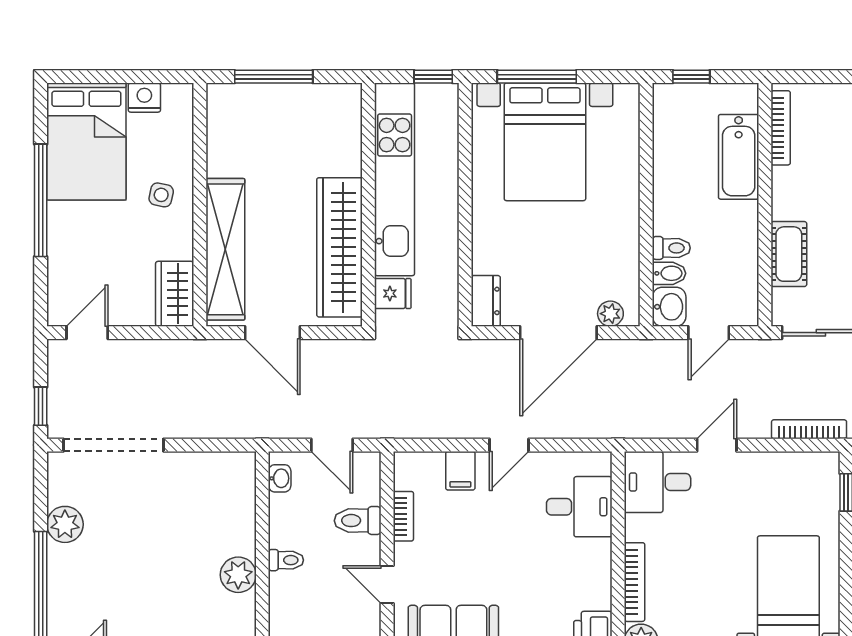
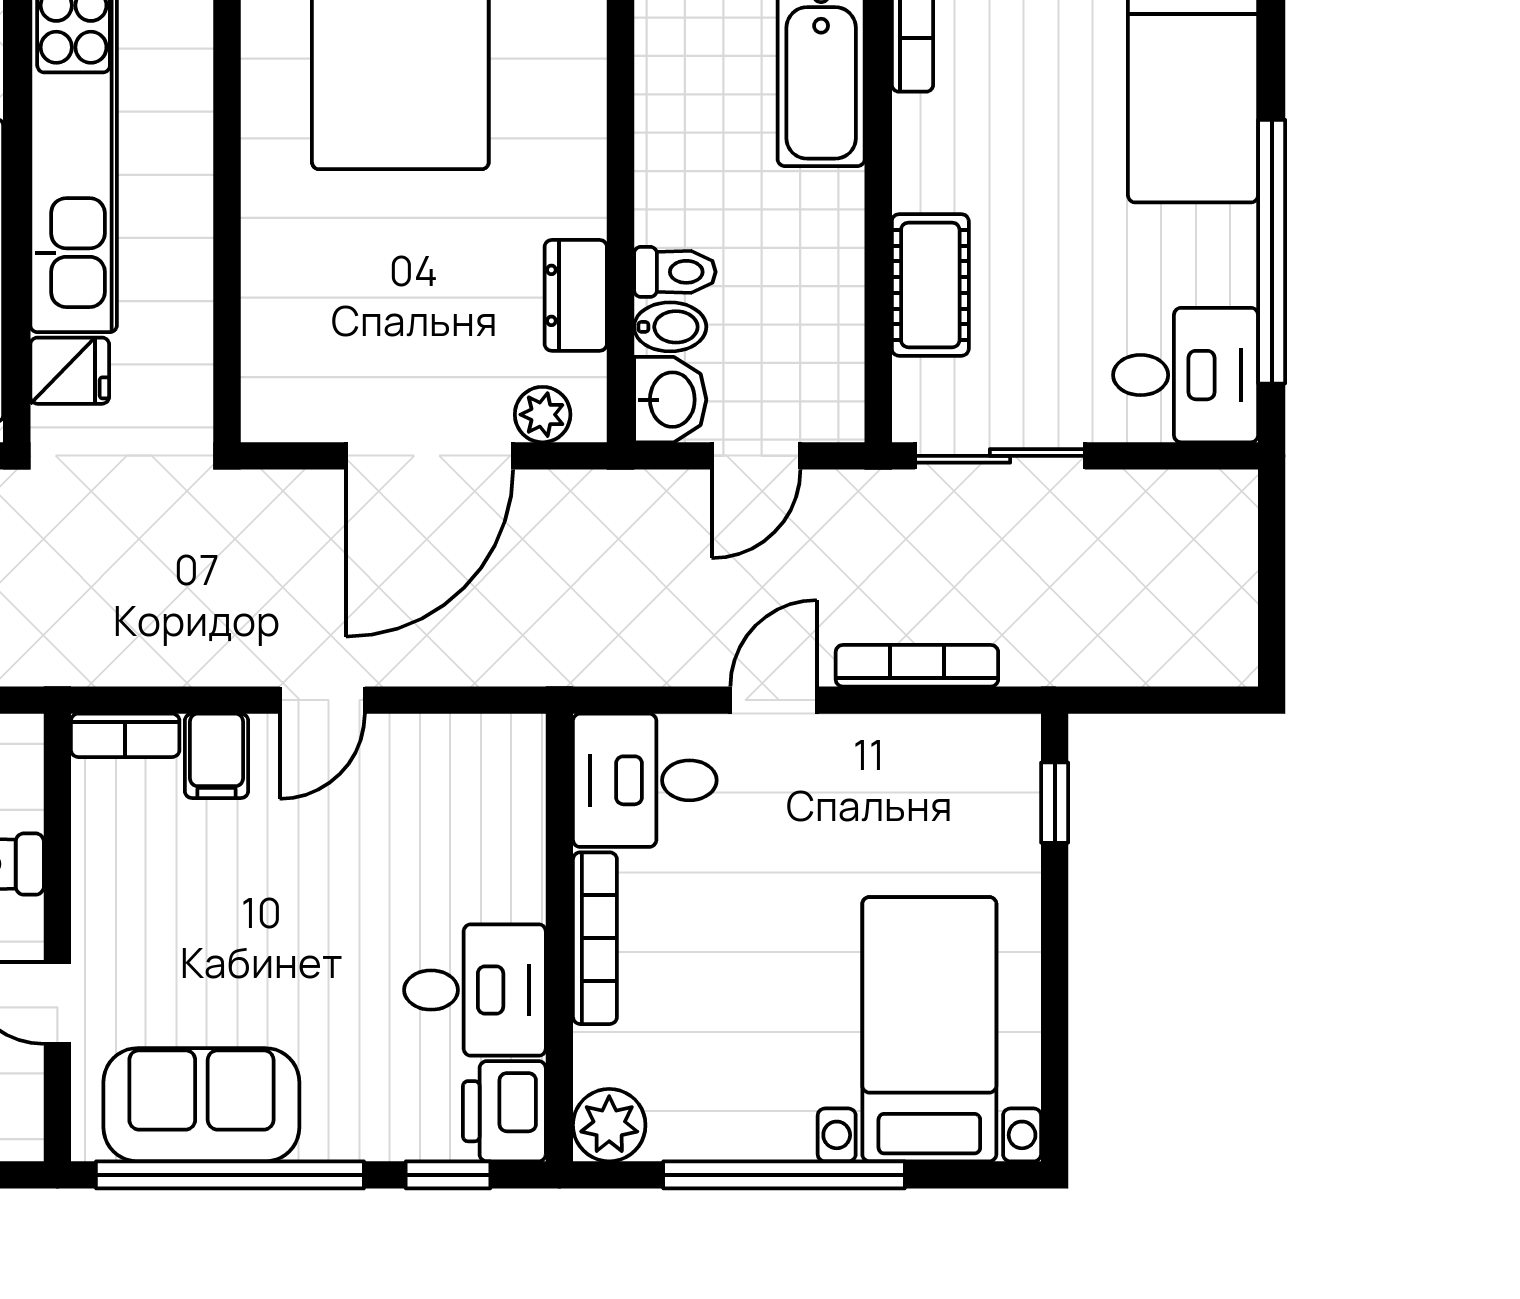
dresser: (486, 301) -> (576, 295), moved, turned 180
bookcase: (809, 429) -> (917, 666), moved
desk: (579, 507) -> (475, 990), moved
bookcase: (403, 516) -> (125, 735), moved, turned 90
bookcase: (635, 582) -> (595, 938), moved

